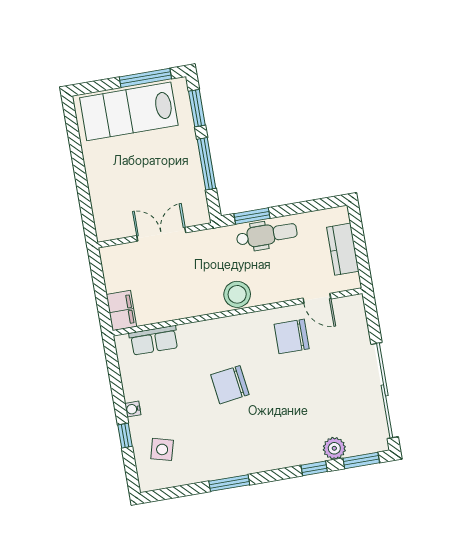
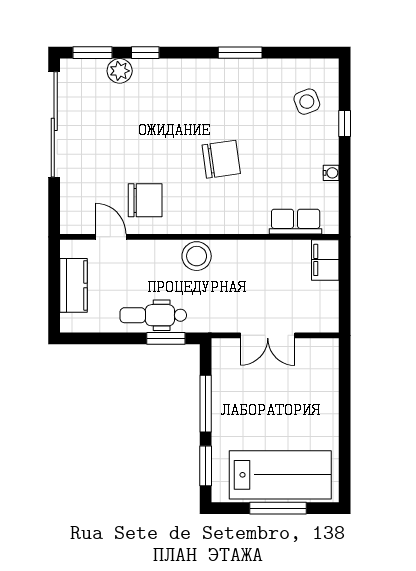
window: (145, 78) -> (278, 508), moved
water cooler: (133, 409) -> (331, 173), moved
side table: (162, 449) -> (307, 102), turned -36

